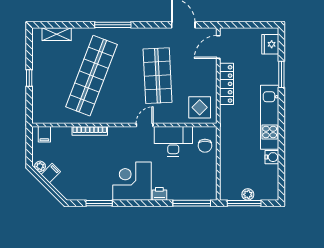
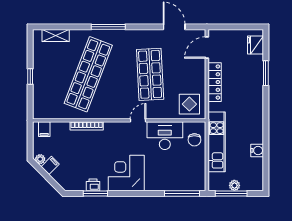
kitchen unit: (270, 117) -> (217, 142), moved, turned 180
printer: (159, 194) -> (93, 185), moved

